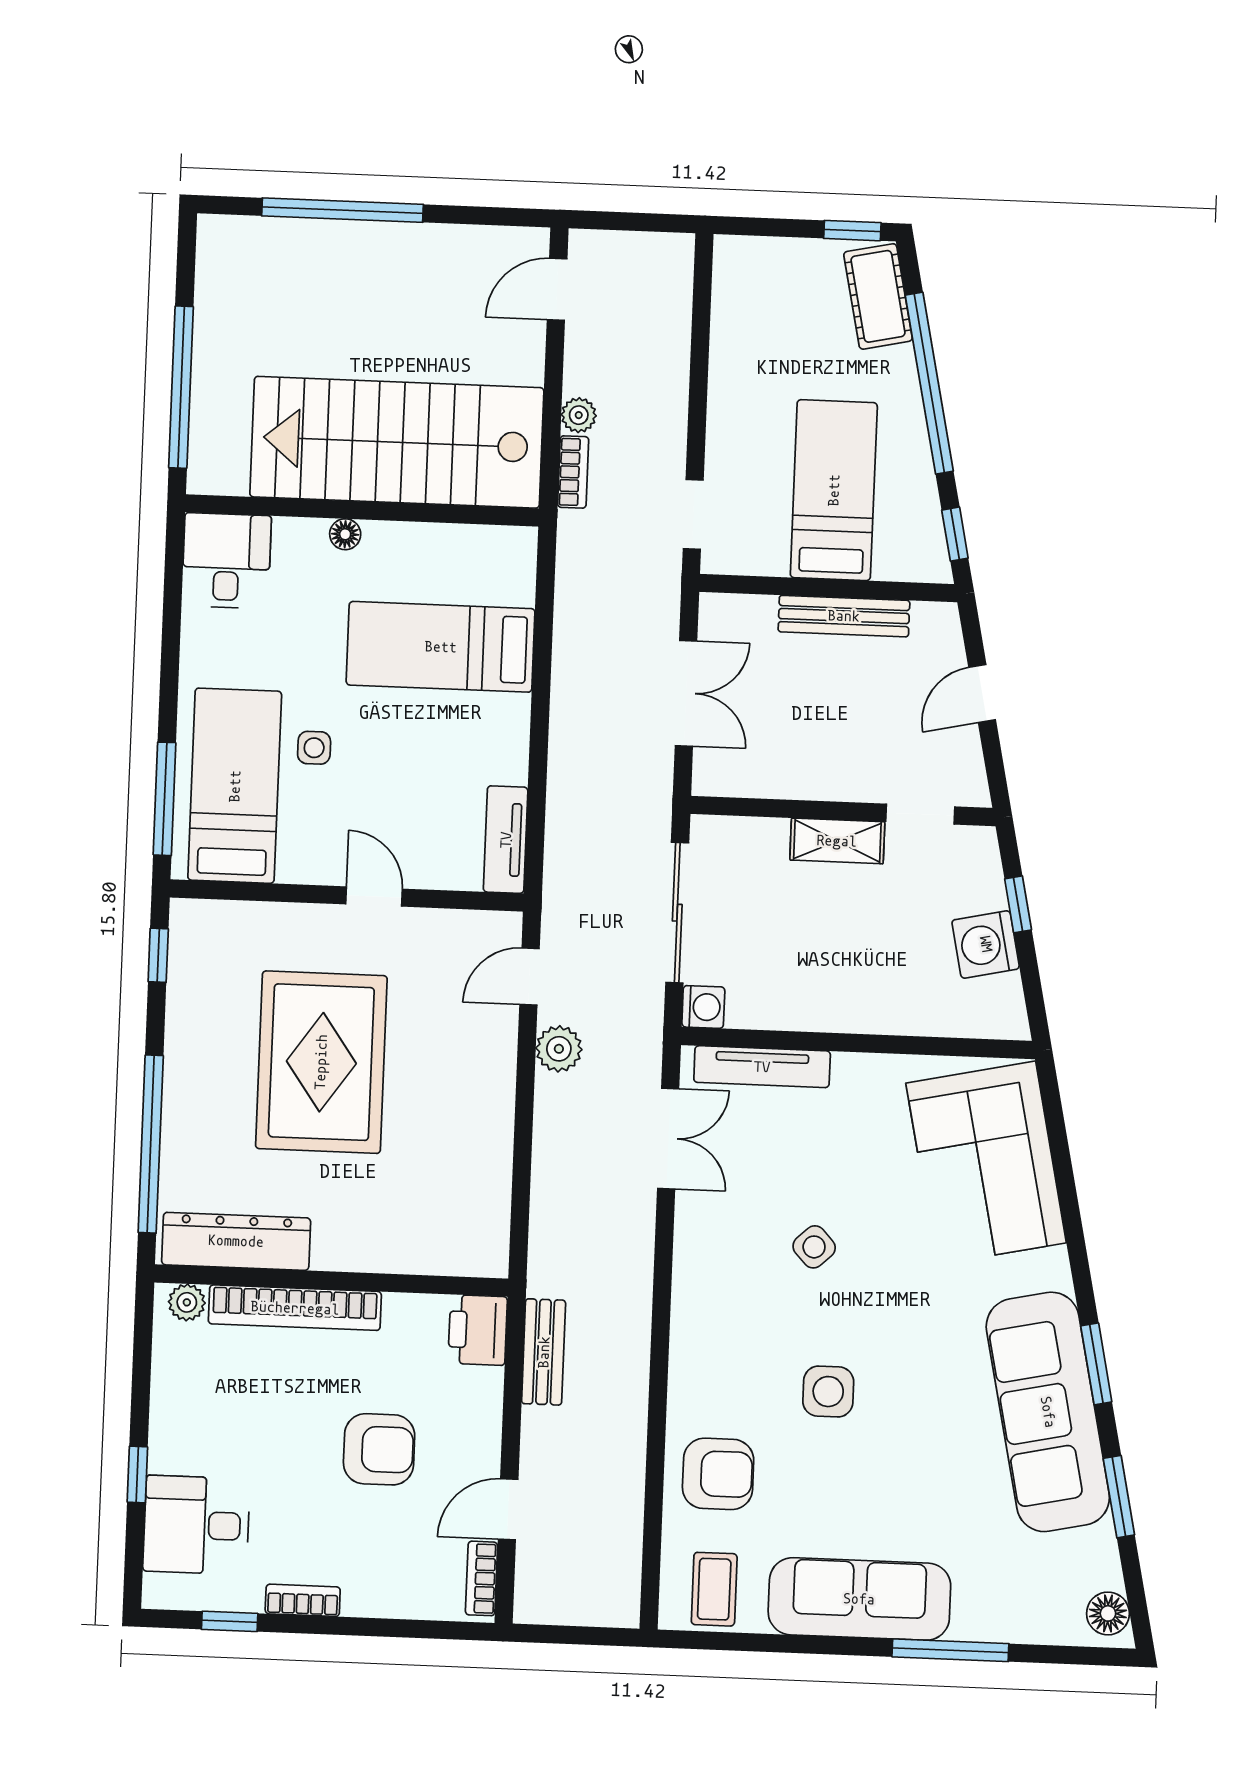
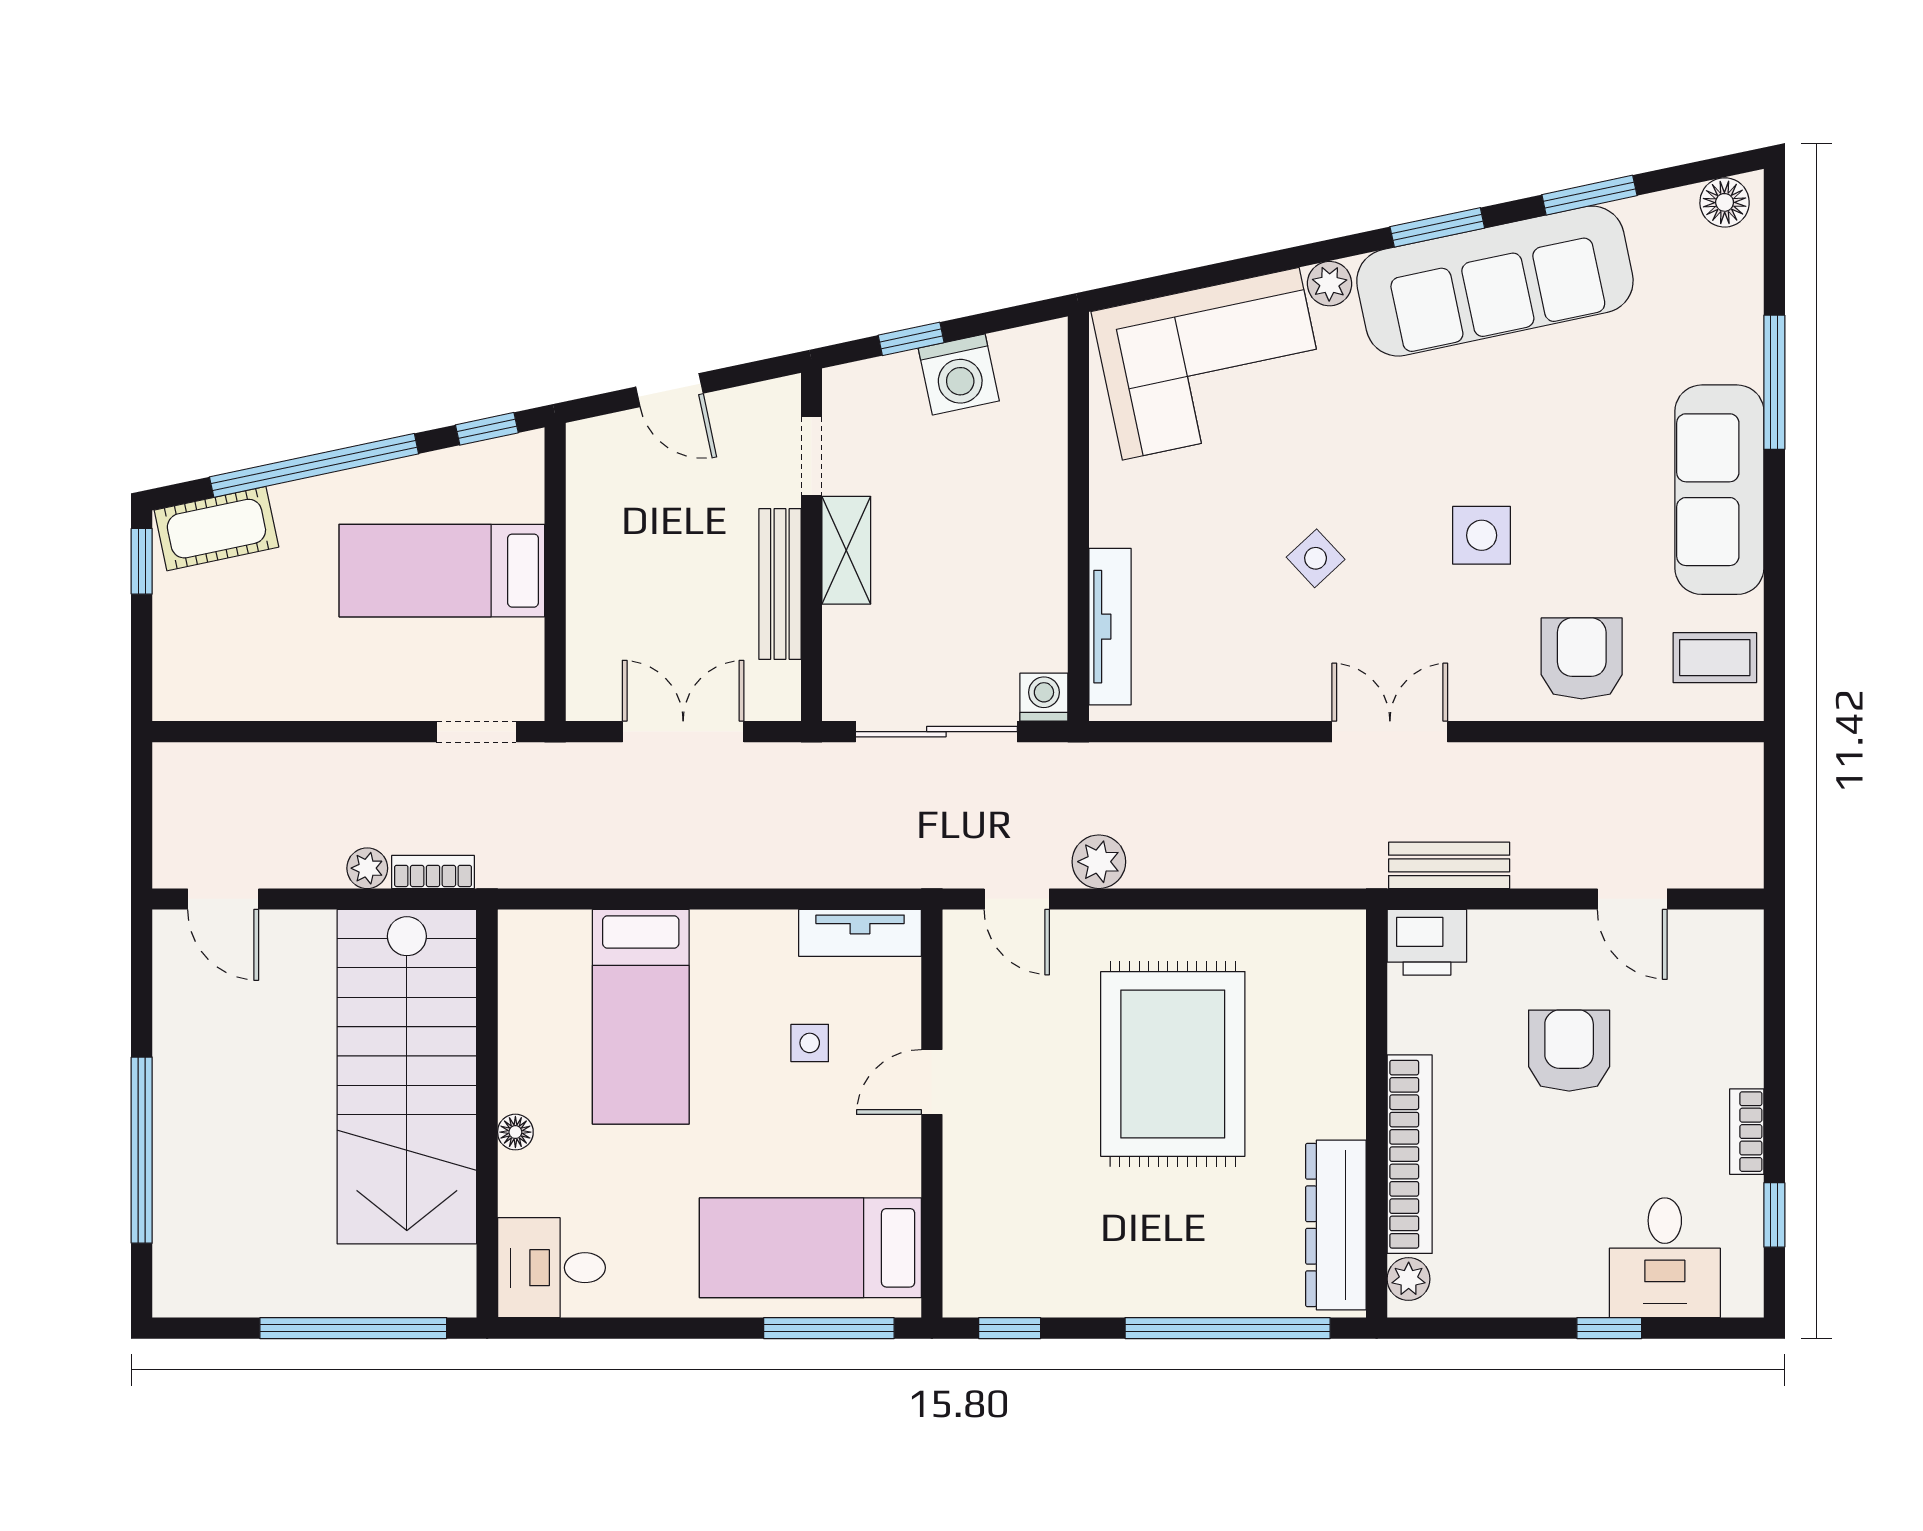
bench: (844, 616) -> (780, 584), moved
side table: (314, 748) -> (810, 1043), moved
rug: (321, 1062) -> (1173, 1064), moved, turned 90
double door: (668, 1139) -> (1390, 732), moved
plant: (1051, 1269) -> (1330, 284), added
bookcase: (481, 1578) -> (1713, 926), removed

